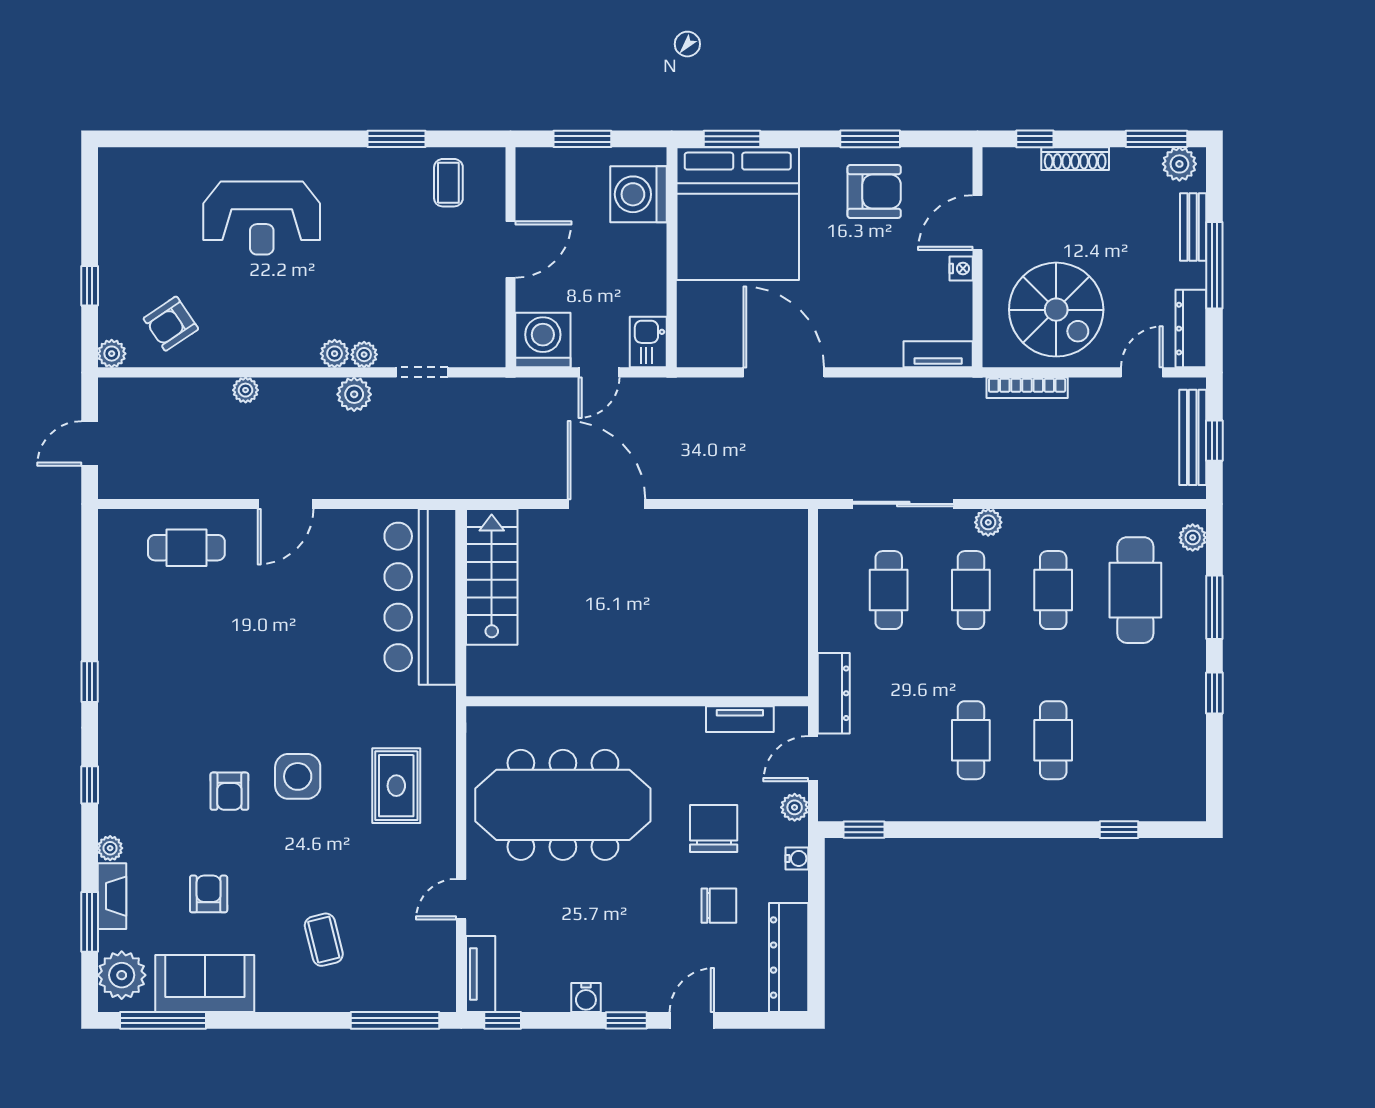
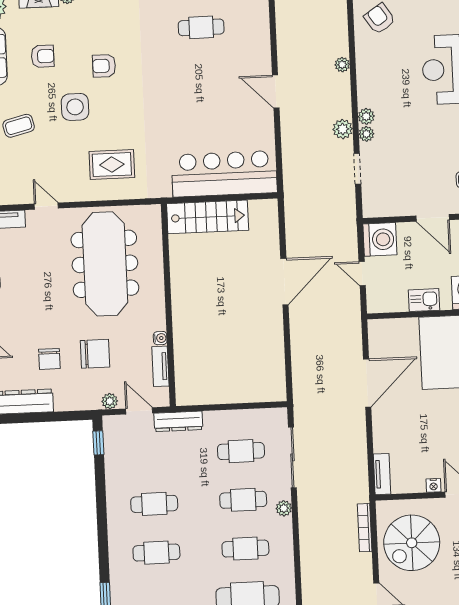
kitchen sink: (648, 342) -> (424, 300), moved
cafe table: (186, 548) -> (201, 27), moved, turned 90
stairs: (492, 577) -> (208, 217), moved
side table: (298, 776) -> (75, 107), moved
water cooler: (797, 858) -> (160, 338), moved, turned -90

